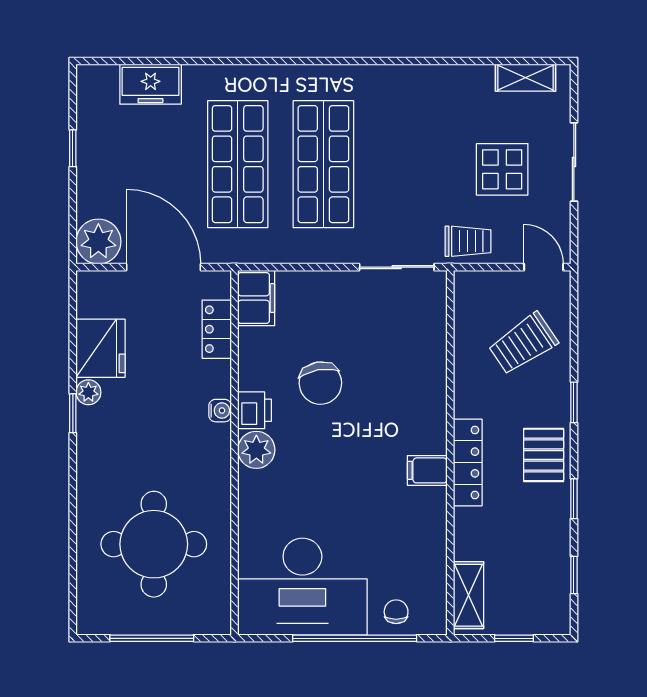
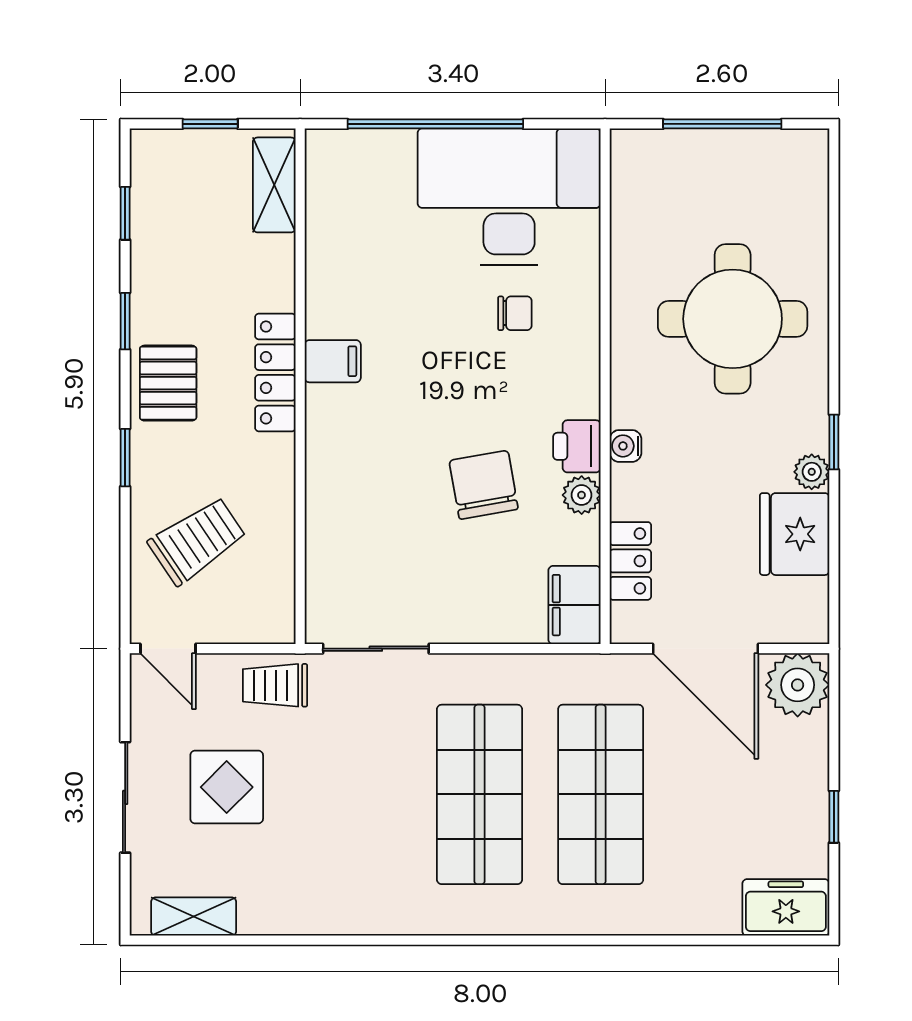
freezer: (151, 84) -> (786, 907), moved
plant: (256, 450) -> (582, 495), moved, width x0.73, depth x0.73
round table: (154, 544) -> (733, 319), moved
chair: (396, 612) -> (515, 313), moved, turned -90

